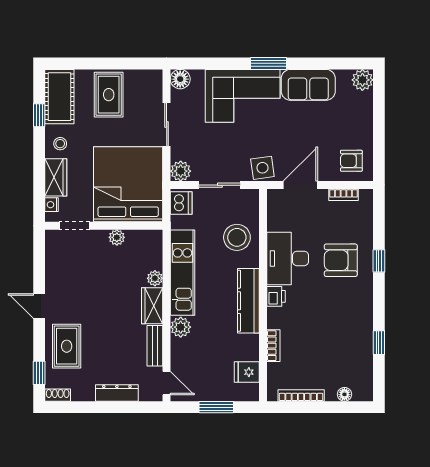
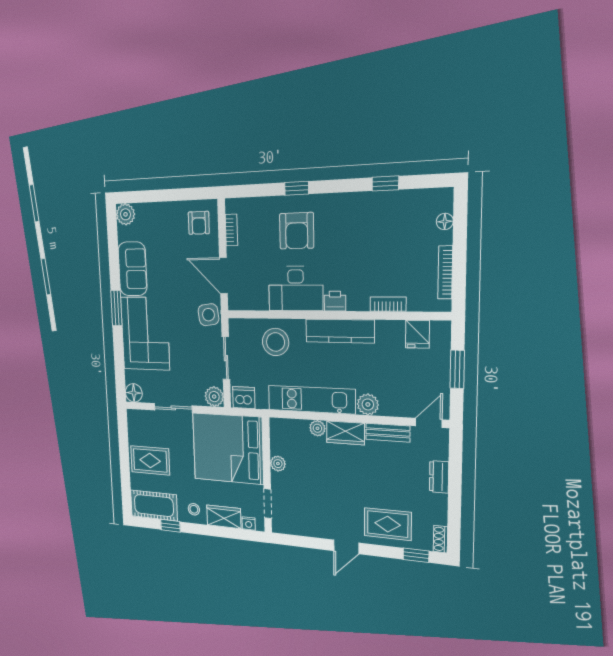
dresser: (117, 393) -> (439, 477), width x0.70

